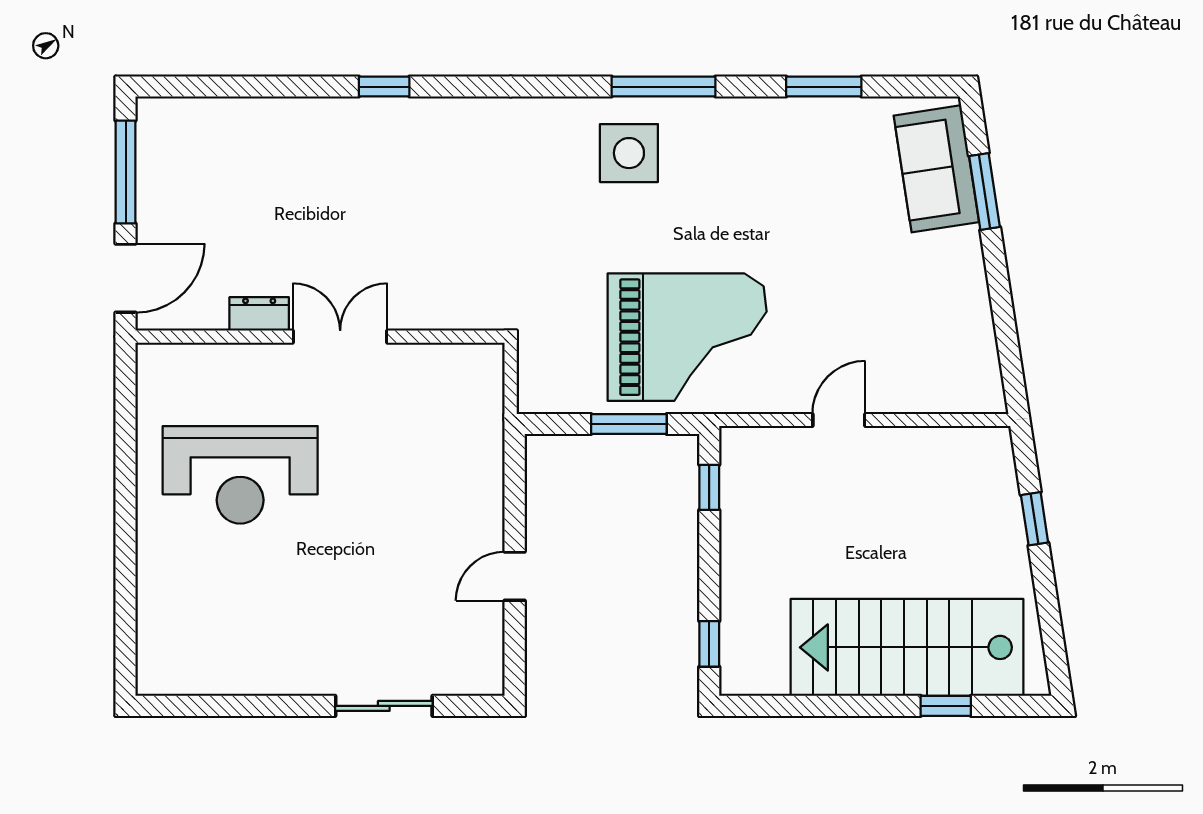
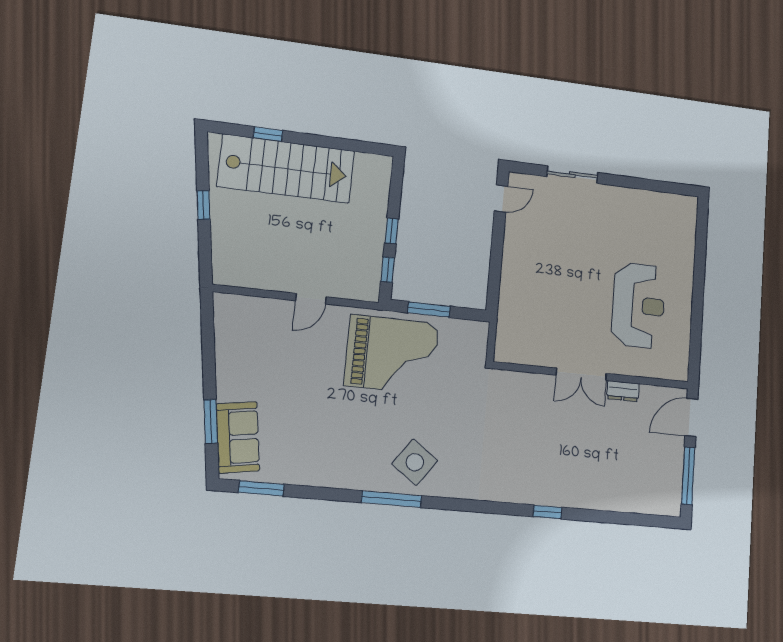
window: (824, 87) -> (261, 488), moved
side table: (629, 153) -> (415, 462), turned 36
grand piano: (687, 337) -> (392, 354), turned 180
reception desk: (240, 475) -> (638, 305), turned 90
window: (1035, 519) -> (203, 205), moved
door: (515, 576) -> (501, 199), moved
window: (709, 644) -> (392, 231), moved

